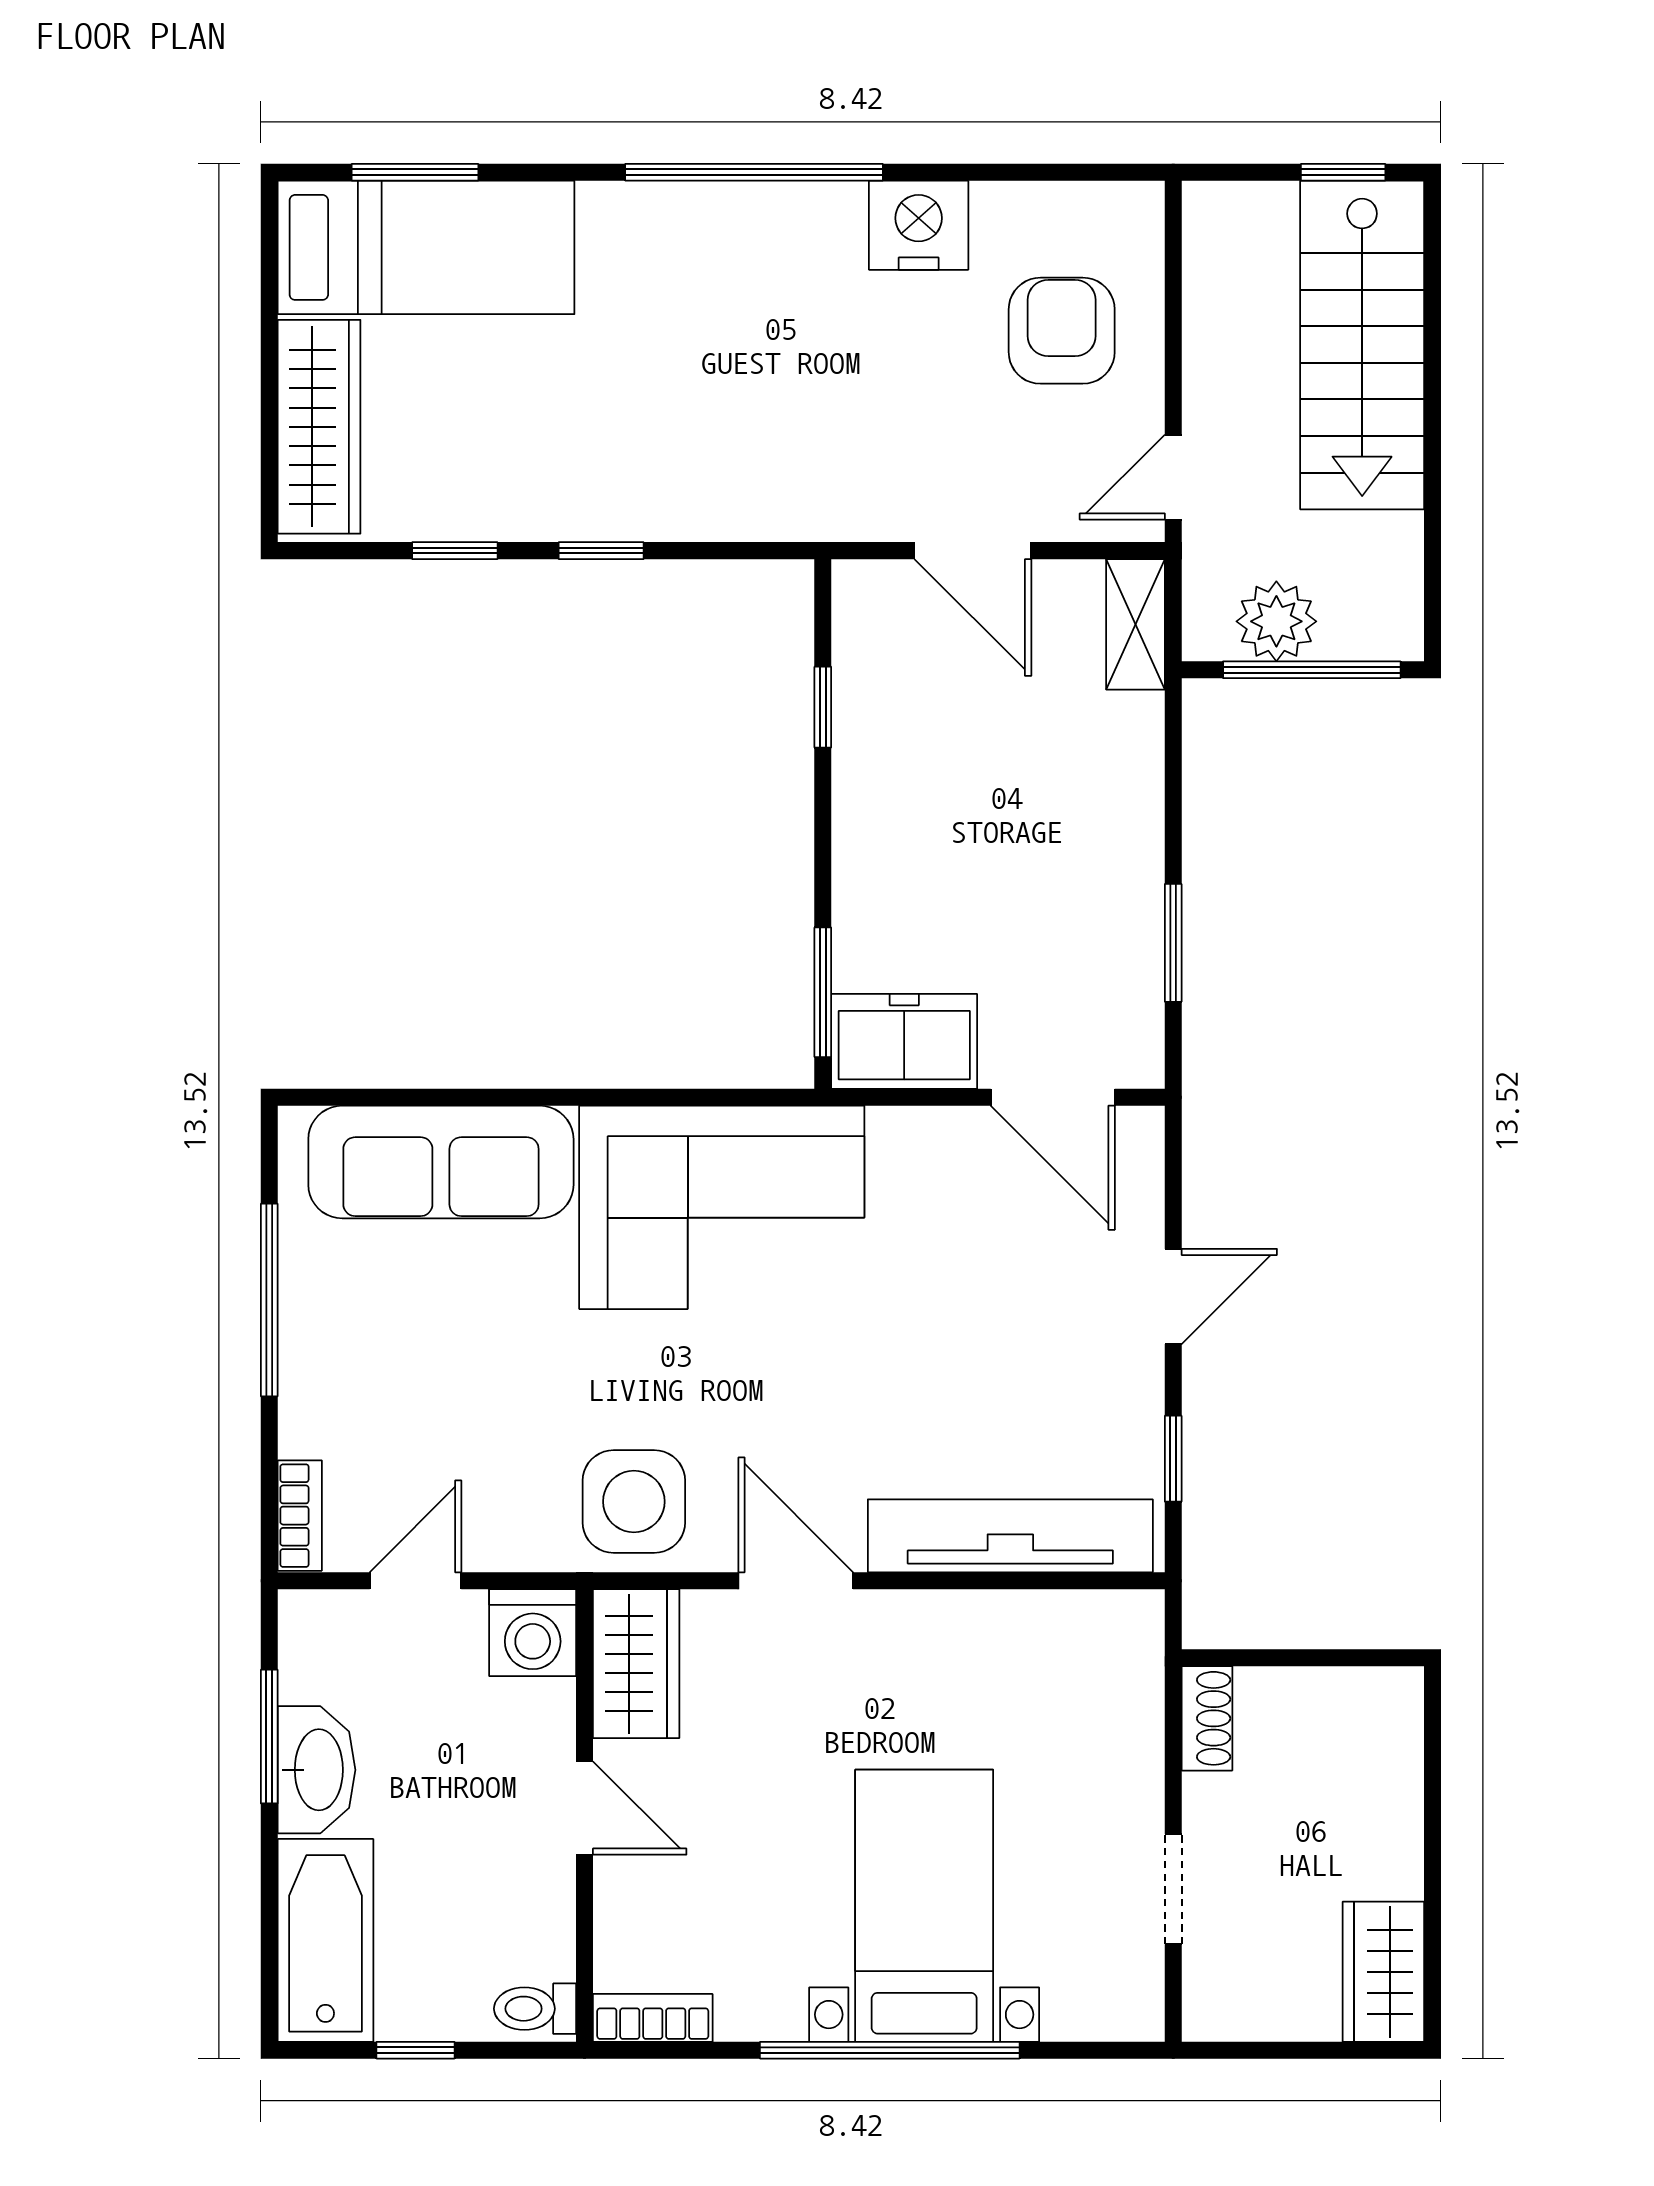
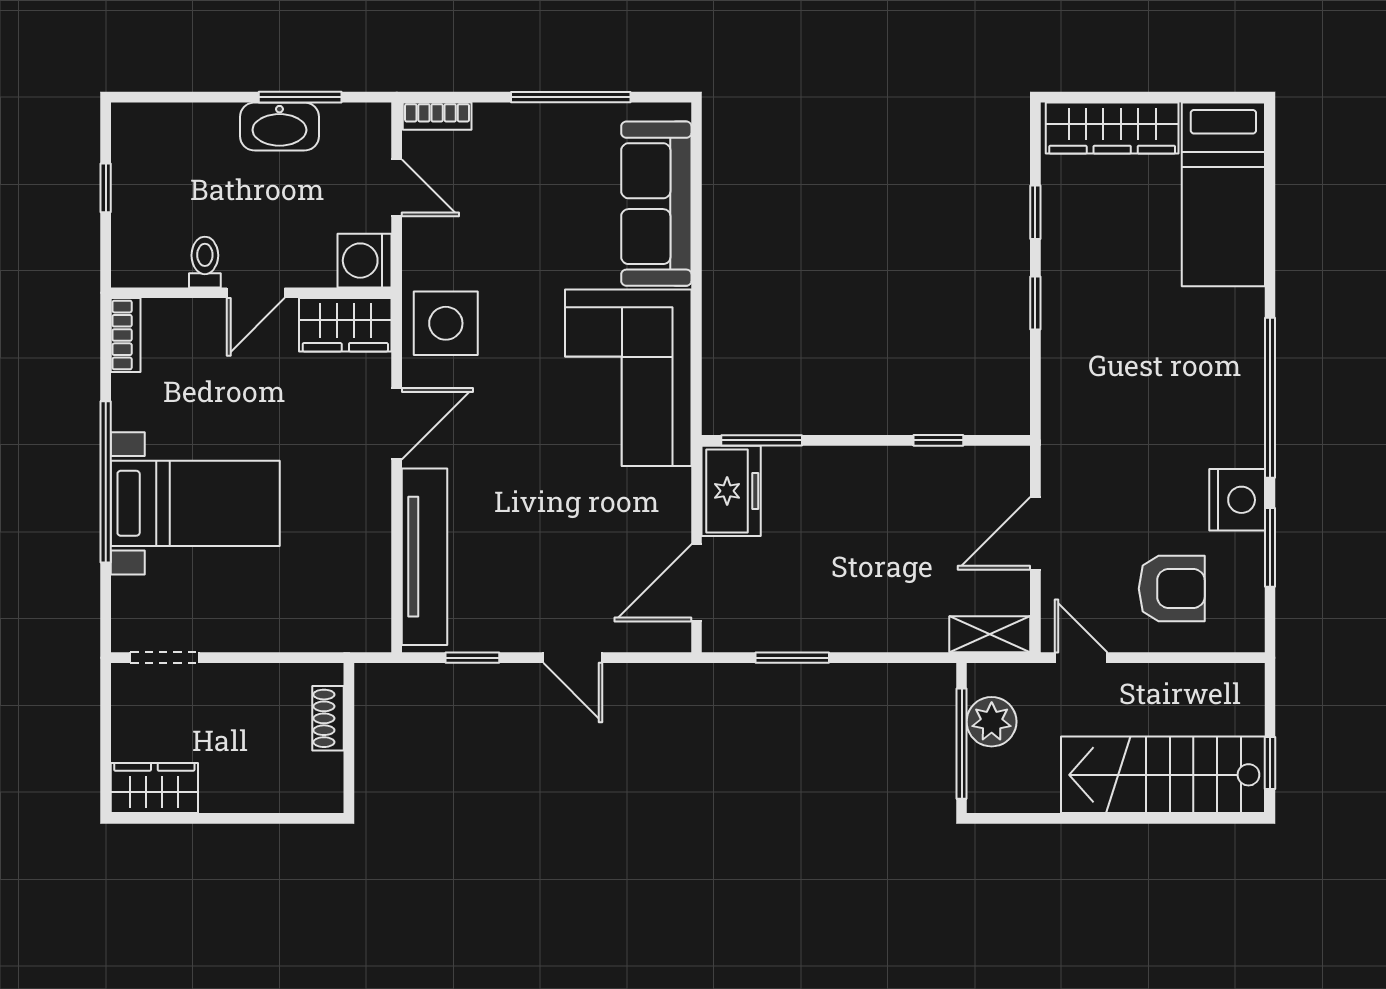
window: (415, 172) -> (1270, 547), moved
shoe rack: (1207, 1718) -> (328, 718), moved, turned 90
doorway: (1173, 1889) -> (165, 658), moved
bathtub: (325, 1940) -> (174, 132), removed
toilet: (535, 2009) -> (205, 262), moved

